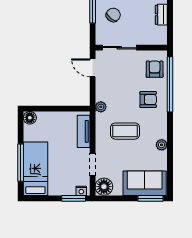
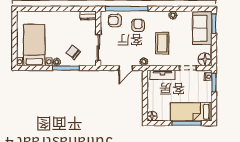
dresser: (161, 15) -> (88, 15), moved
door: (93, 68) -> (126, 68), moved

